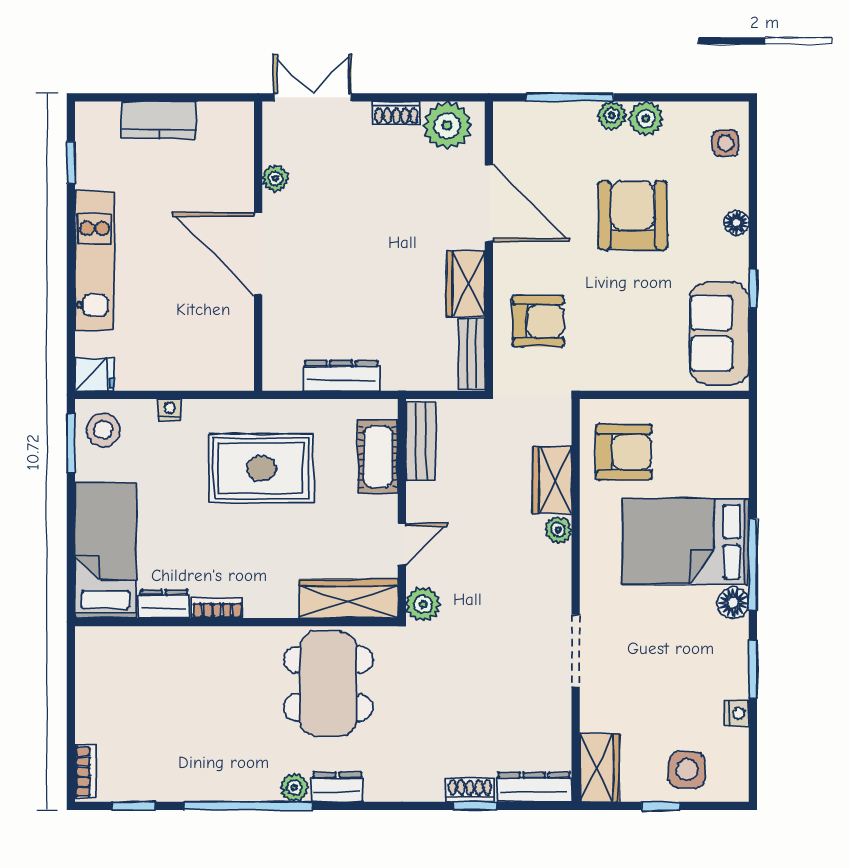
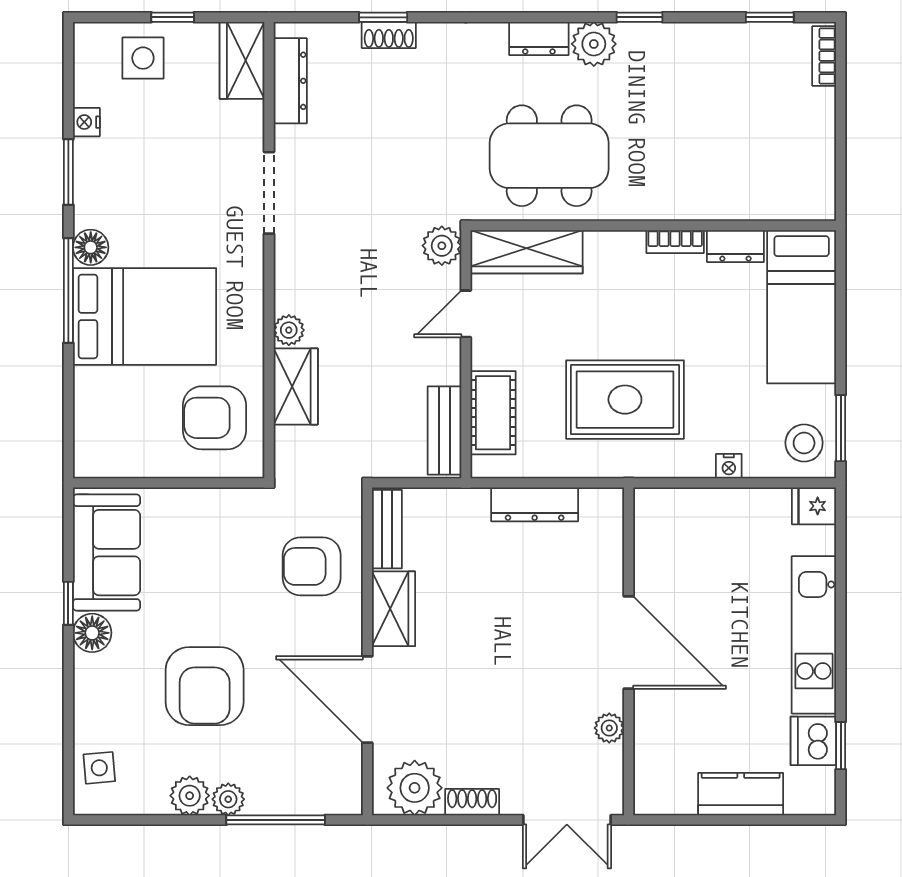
dishwasher: (95, 167) -> (813, 741), added
floor lamp: (736, 223) -> (92, 633), moved, width x1.37, depth x1.37
dining table: (328, 684) -> (549, 156), turned 90
dresser: (534, 787) -> (290, 81), moved, turned -90
plant: (294, 788) -> (594, 44), width x1.38, depth x1.38
window: (248, 806) -> (640, 17), width x0.32

